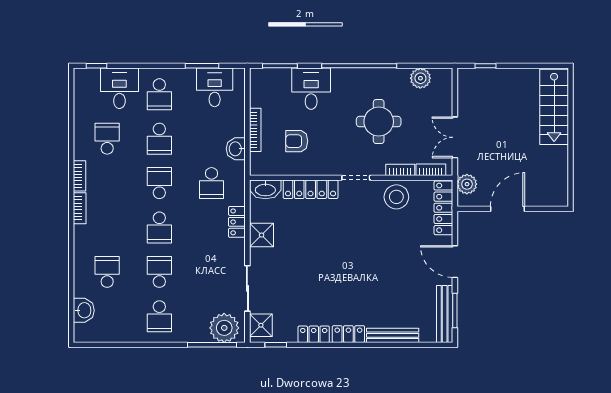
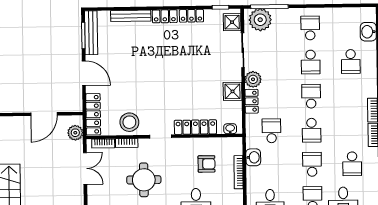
washbasin: (265, 189) -> (230, 129), width x0.52, depth x0.69
plant: (235, 250) -> (253, 79), added

